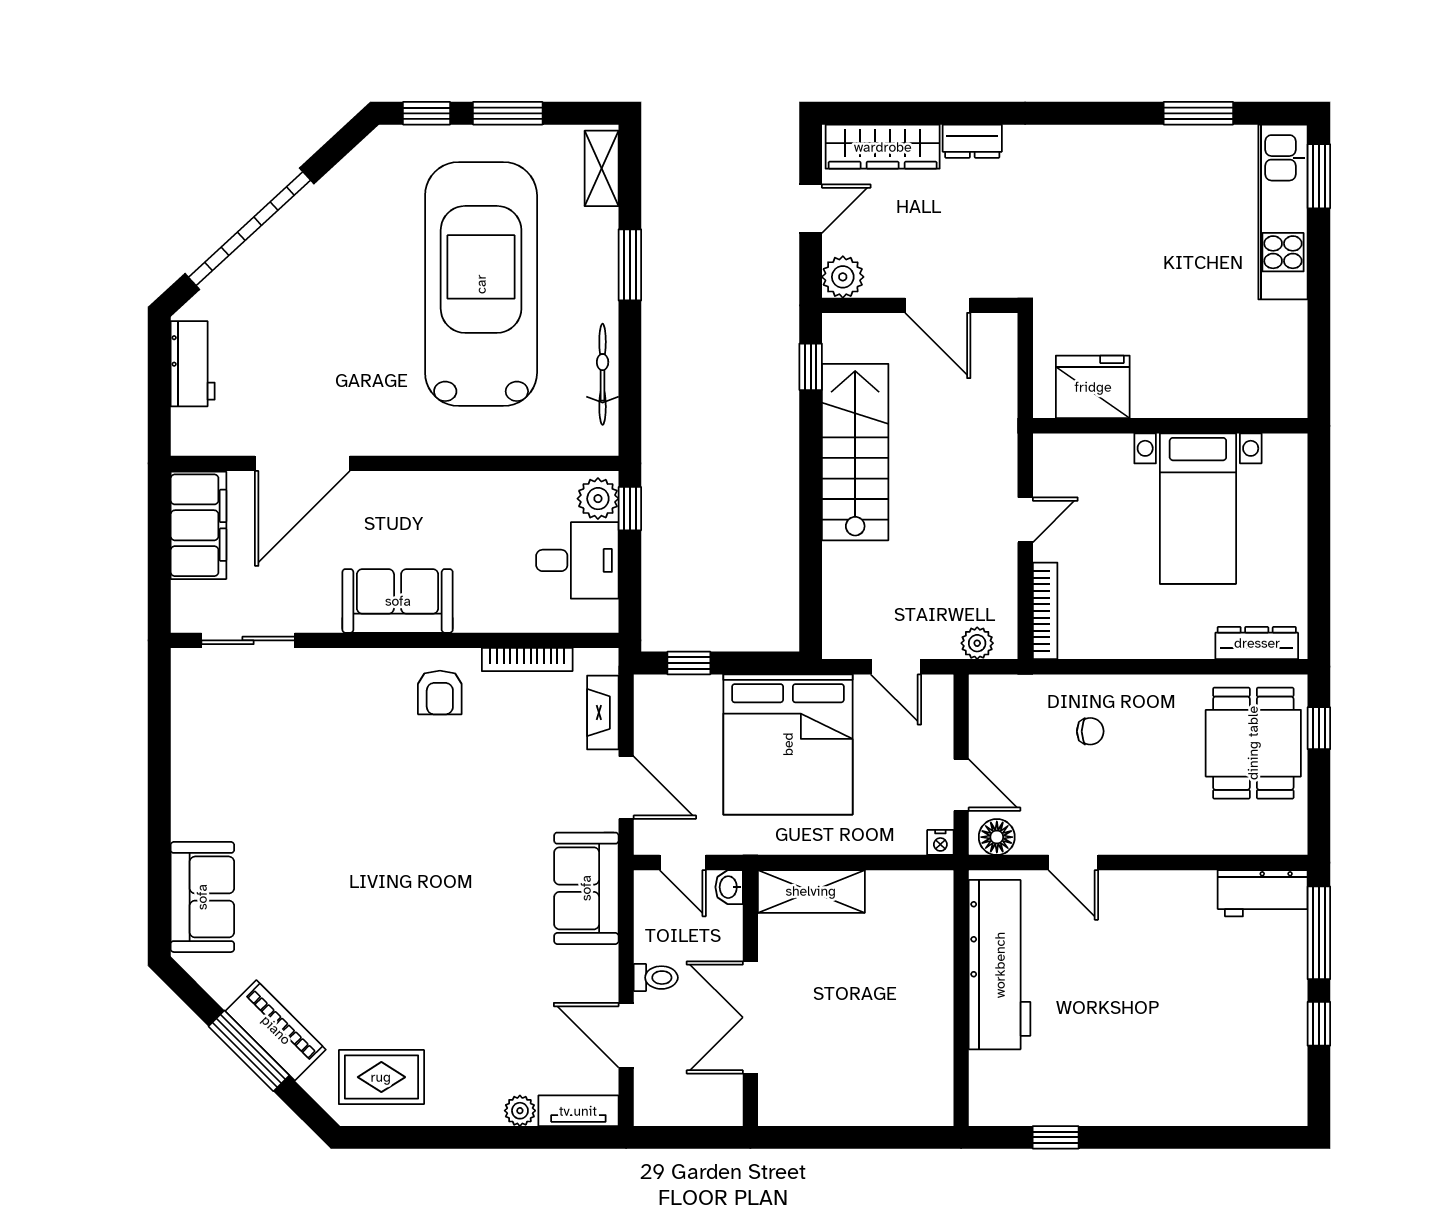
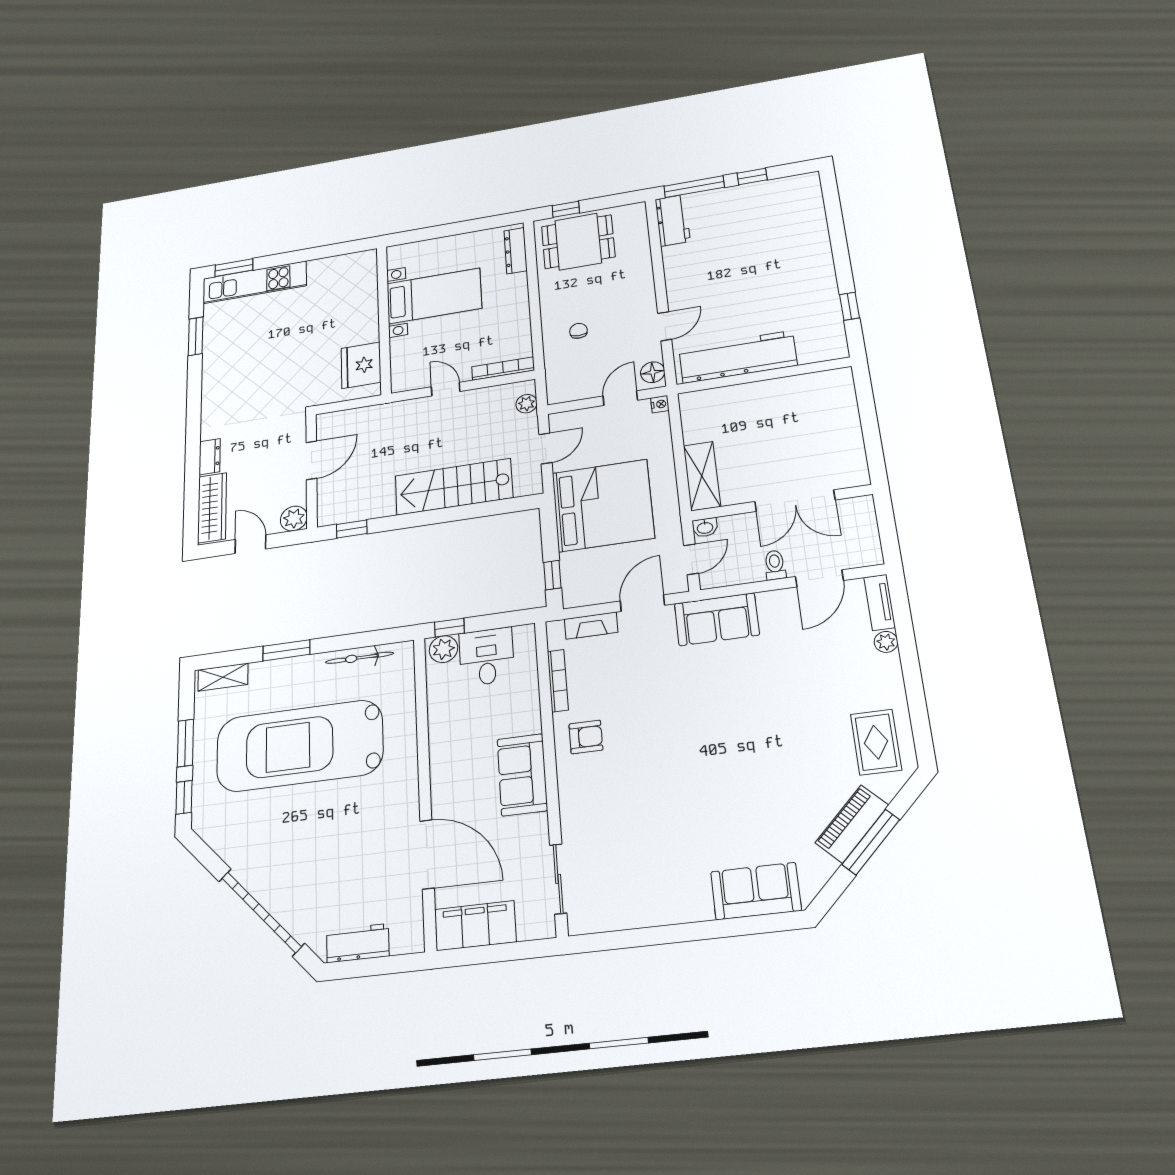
stairs: (855, 452) -> (454, 487), moved

